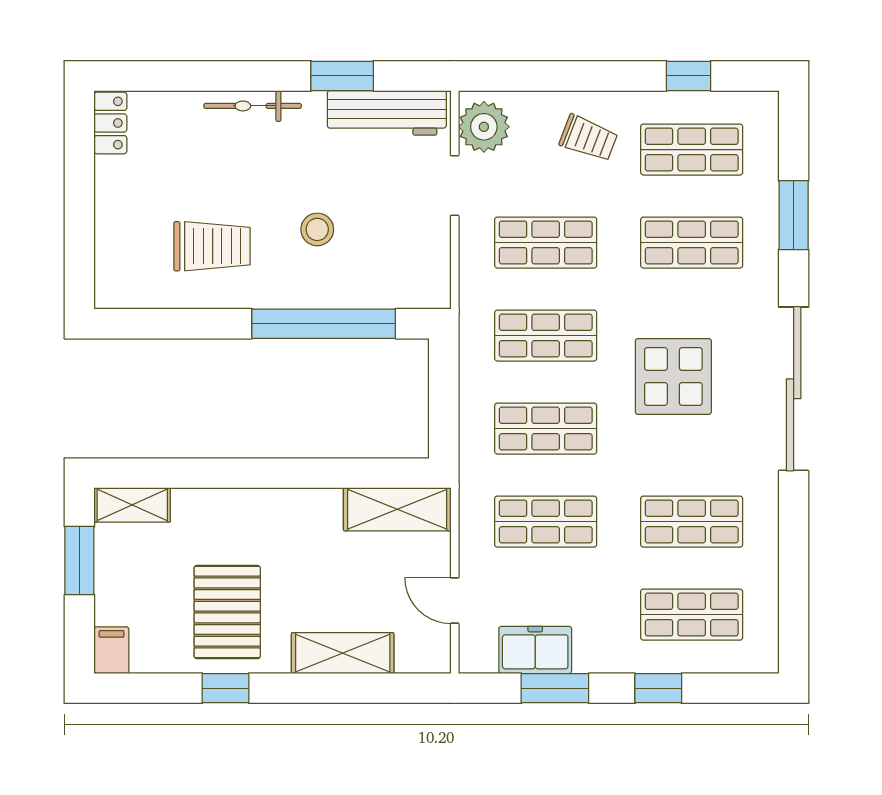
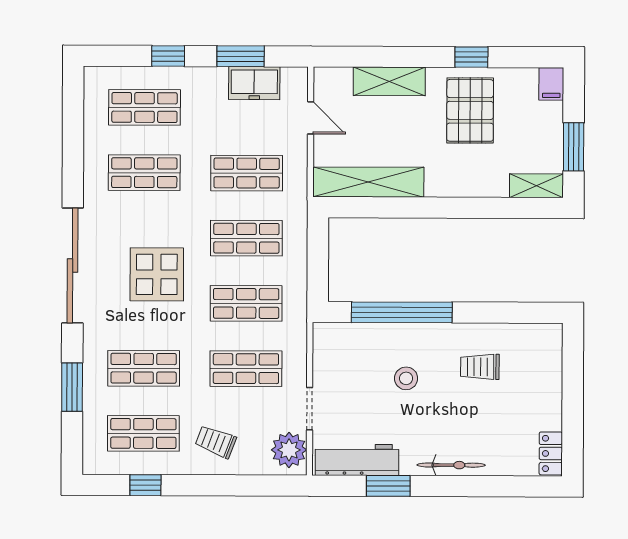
trolley: (212, 246) -> (480, 367), width x0.73, depth x0.72
shelving: (397, 509) -> (368, 182), width x1.47

